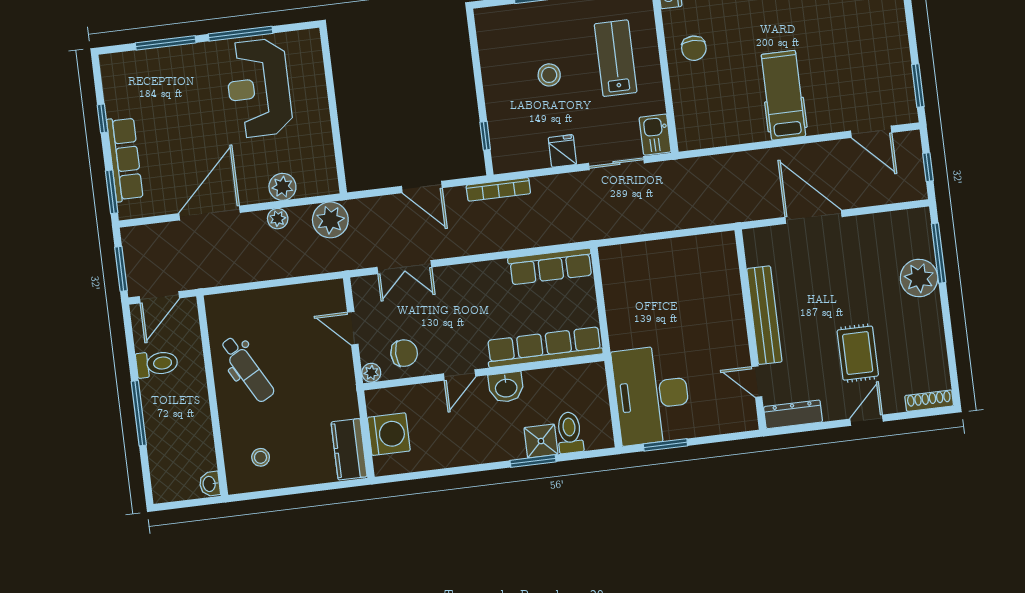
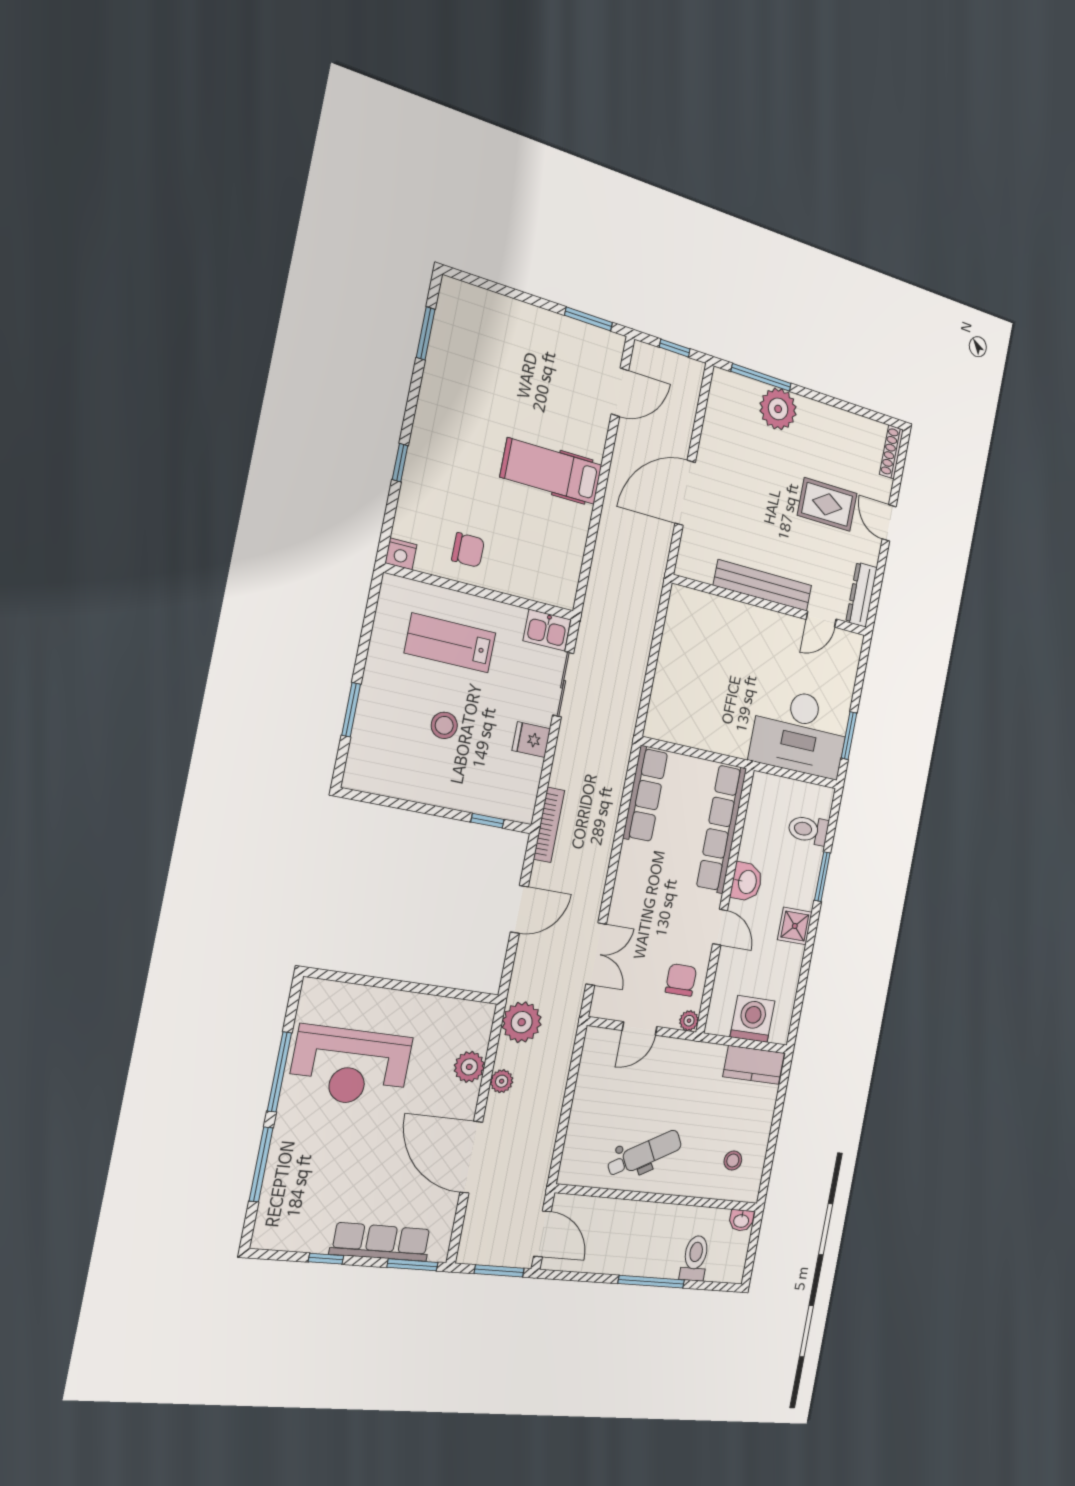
toilet: (157, 364) -> (695, 1258), moved
shower: (541, 441) -> (795, 926), moved

